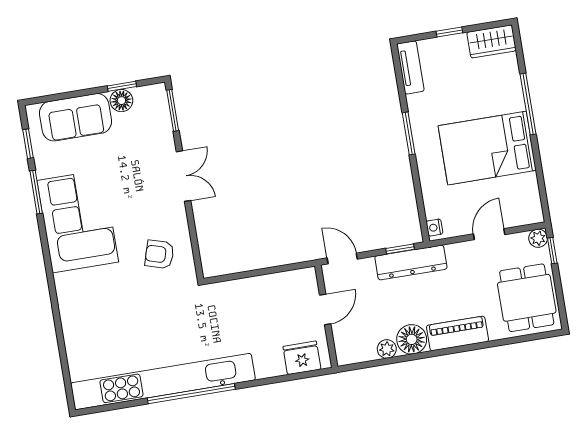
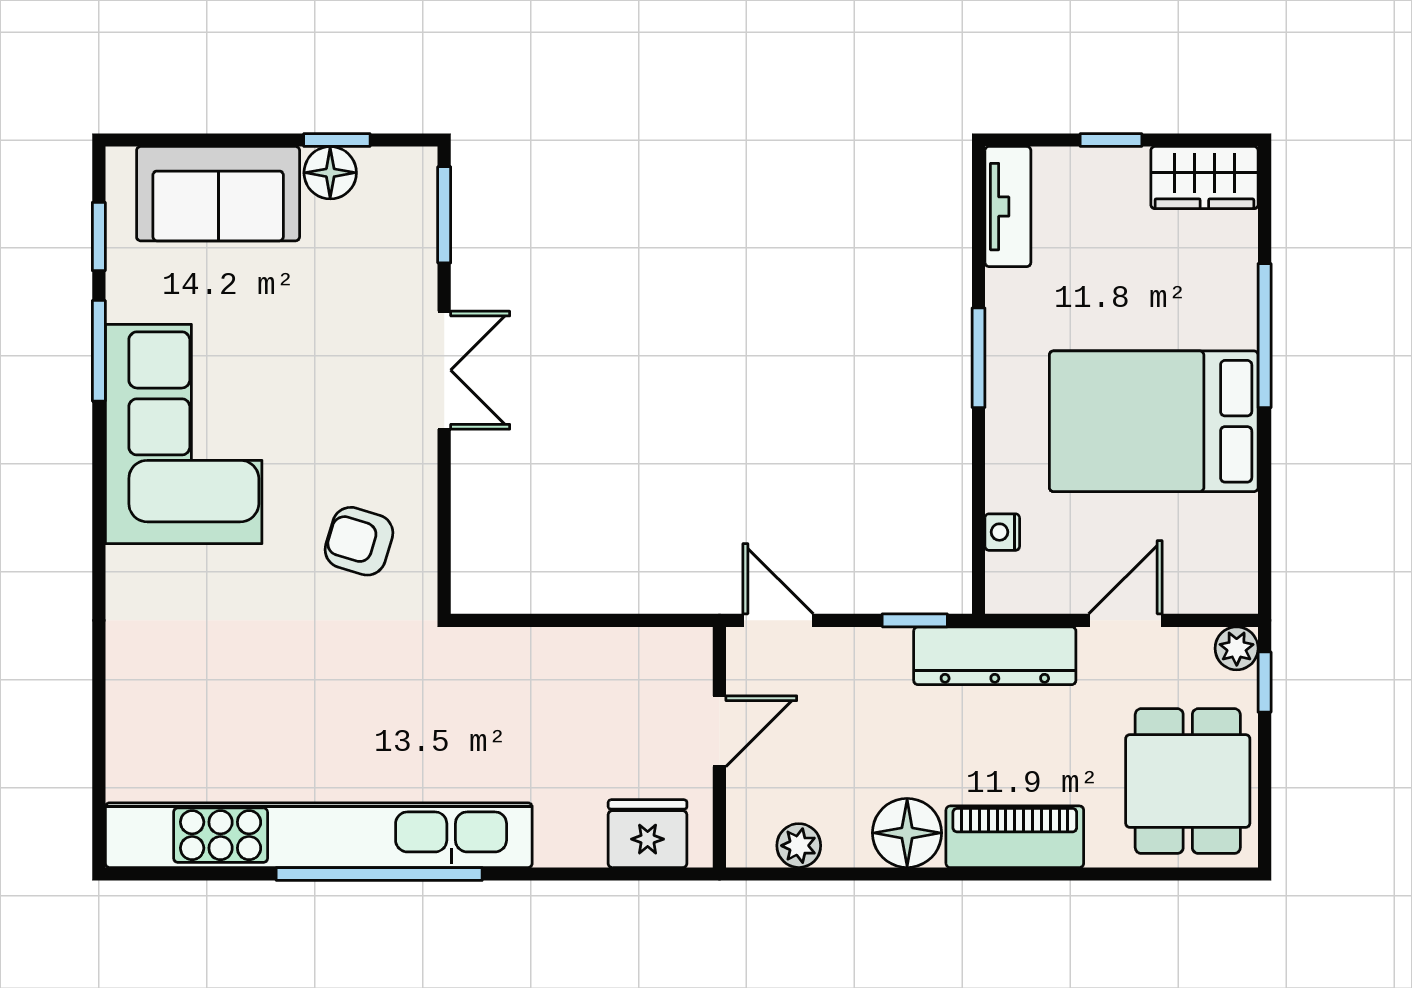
nightstand: (434, 228) -> (1002, 532), moved
dresser: (411, 263) -> (995, 656), moved
plant: (387, 349) -> (799, 846), moved

